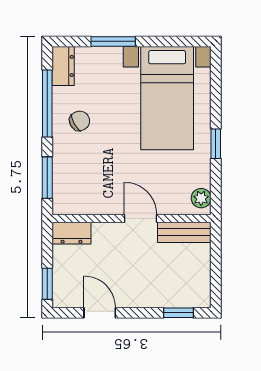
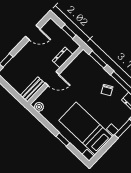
window: (216, 144) -> (63, 140), moved
dresser: (71, 233) -> (63, 57), moved
window: (47, 284) -> (69, 32), moved

